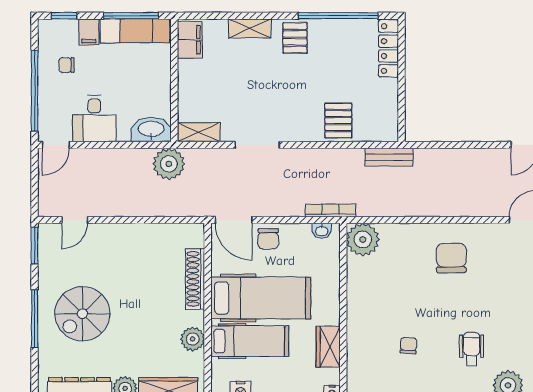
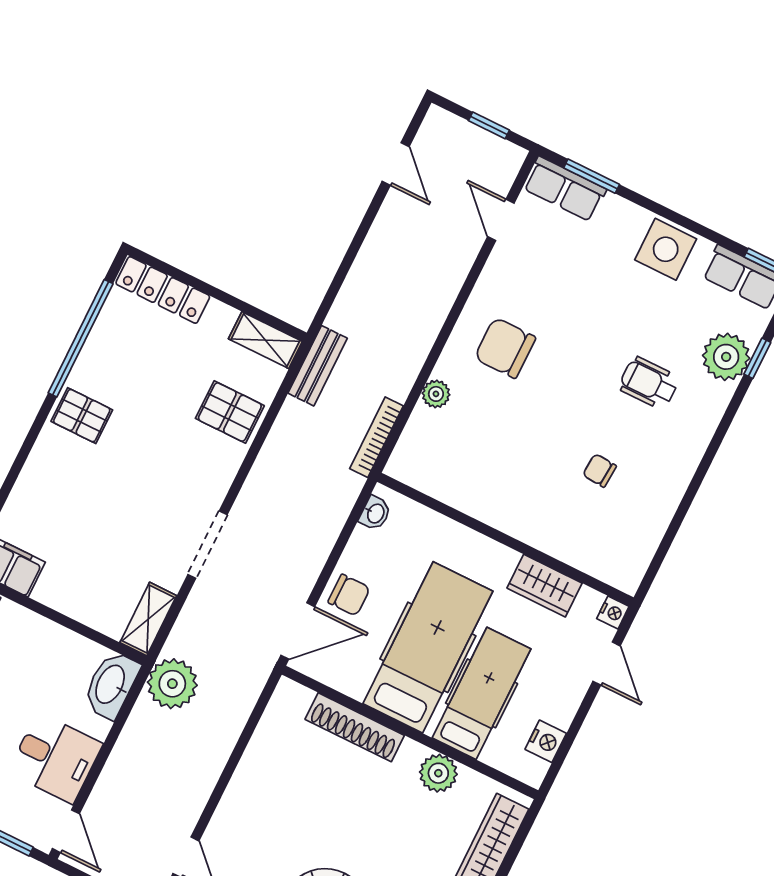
shelving: (250, 28) -> (265, 340), moved, turned 90
bookcase: (331, 210) -> (376, 437), moved
plant: (363, 240) -> (436, 394), moved, width x0.53, depth x0.53

